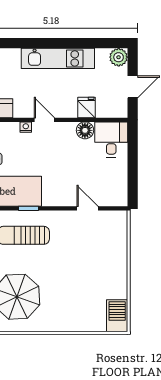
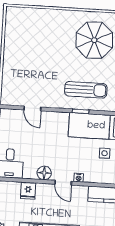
floor lamp: (85, 130) -> (44, 173), moved
barbecue: (117, 316) -> (14, 20), removed

